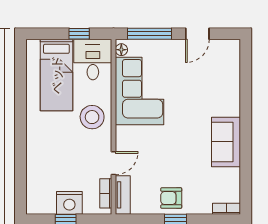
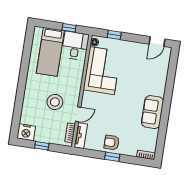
window: (149, 34) -> (114, 35), width x0.46
door: (197, 34) -> (157, 42), moved
stool: (92, 117) -> (55, 102), moved
nightstand: (69, 203) -> (26, 132), moved

